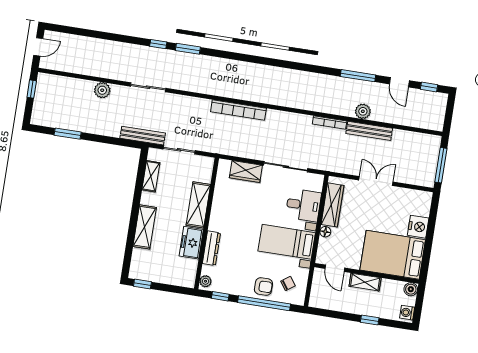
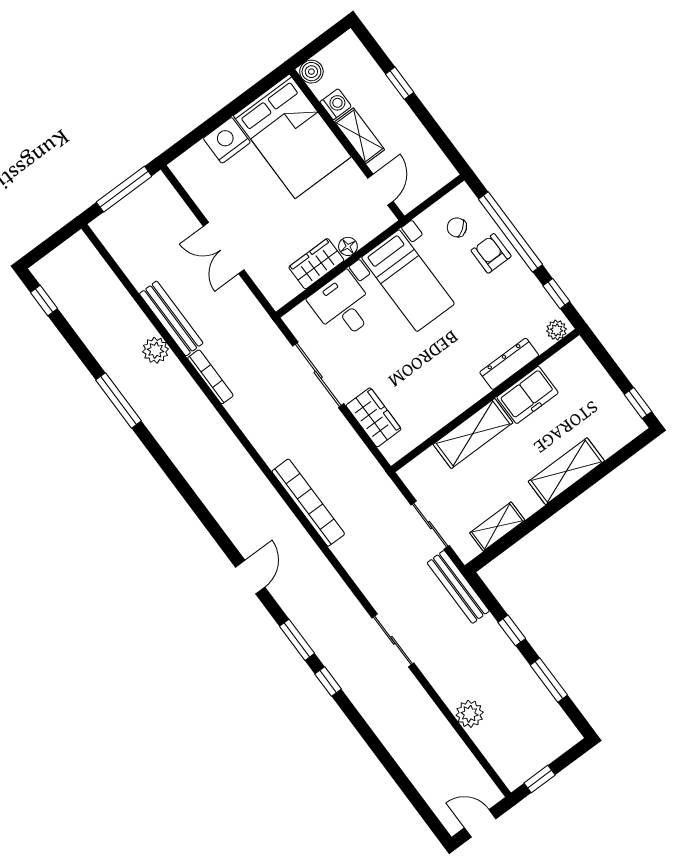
door: (399, 82) -> (250, 577), moved
plant: (102, 90) -> (470, 714), moved
window: (103, 139) -> (512, 630), added
wardrobe: (332, 205) -> (316, 264), width x0.67
washing machine: (407, 313) -> (336, 104), moved, turned -90

